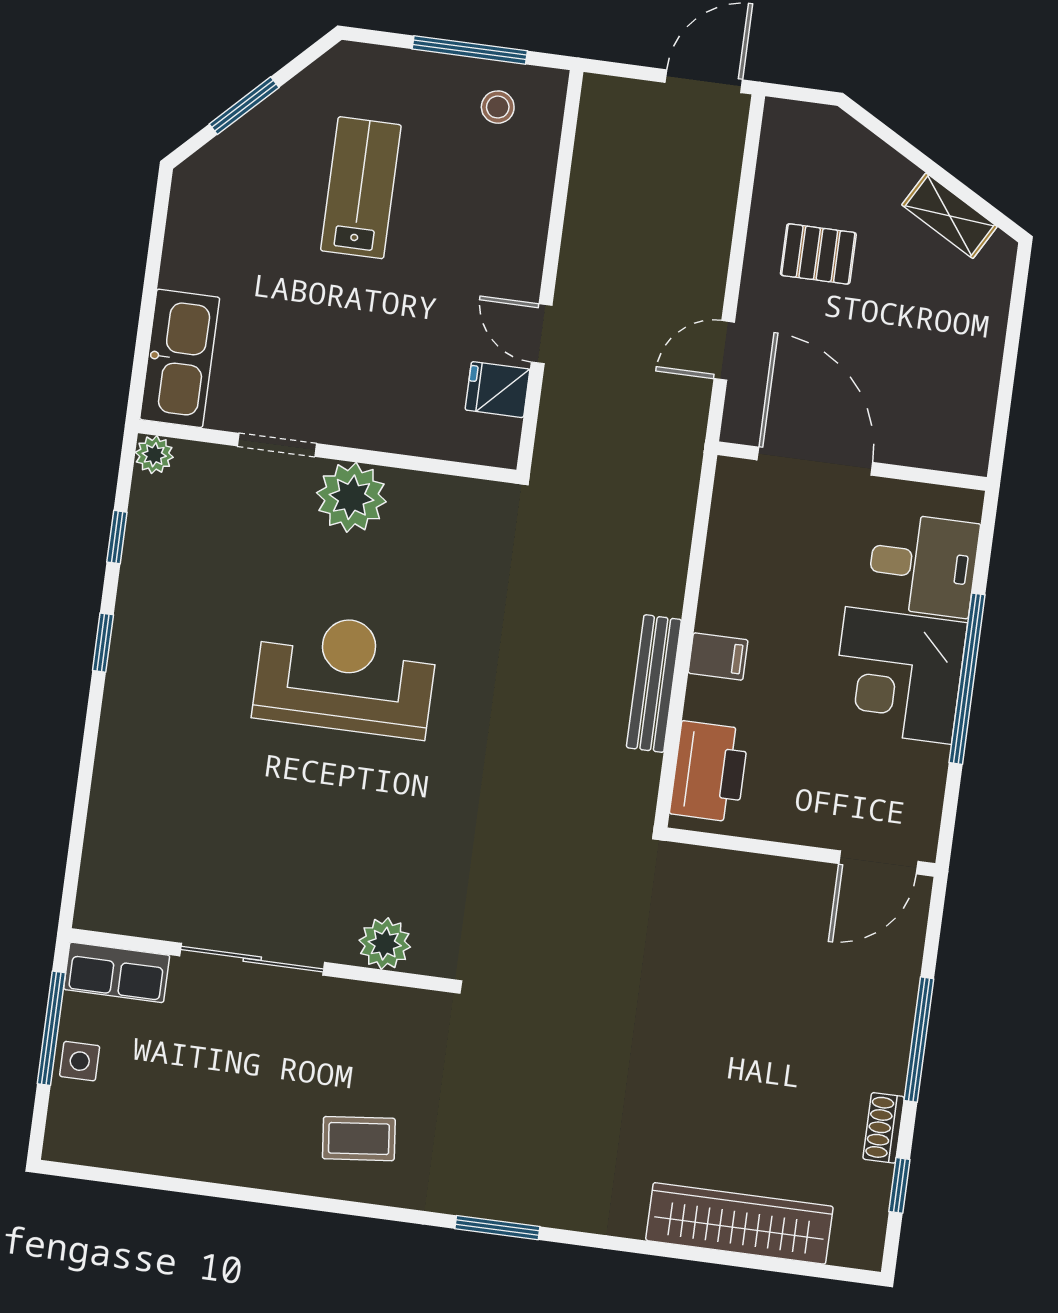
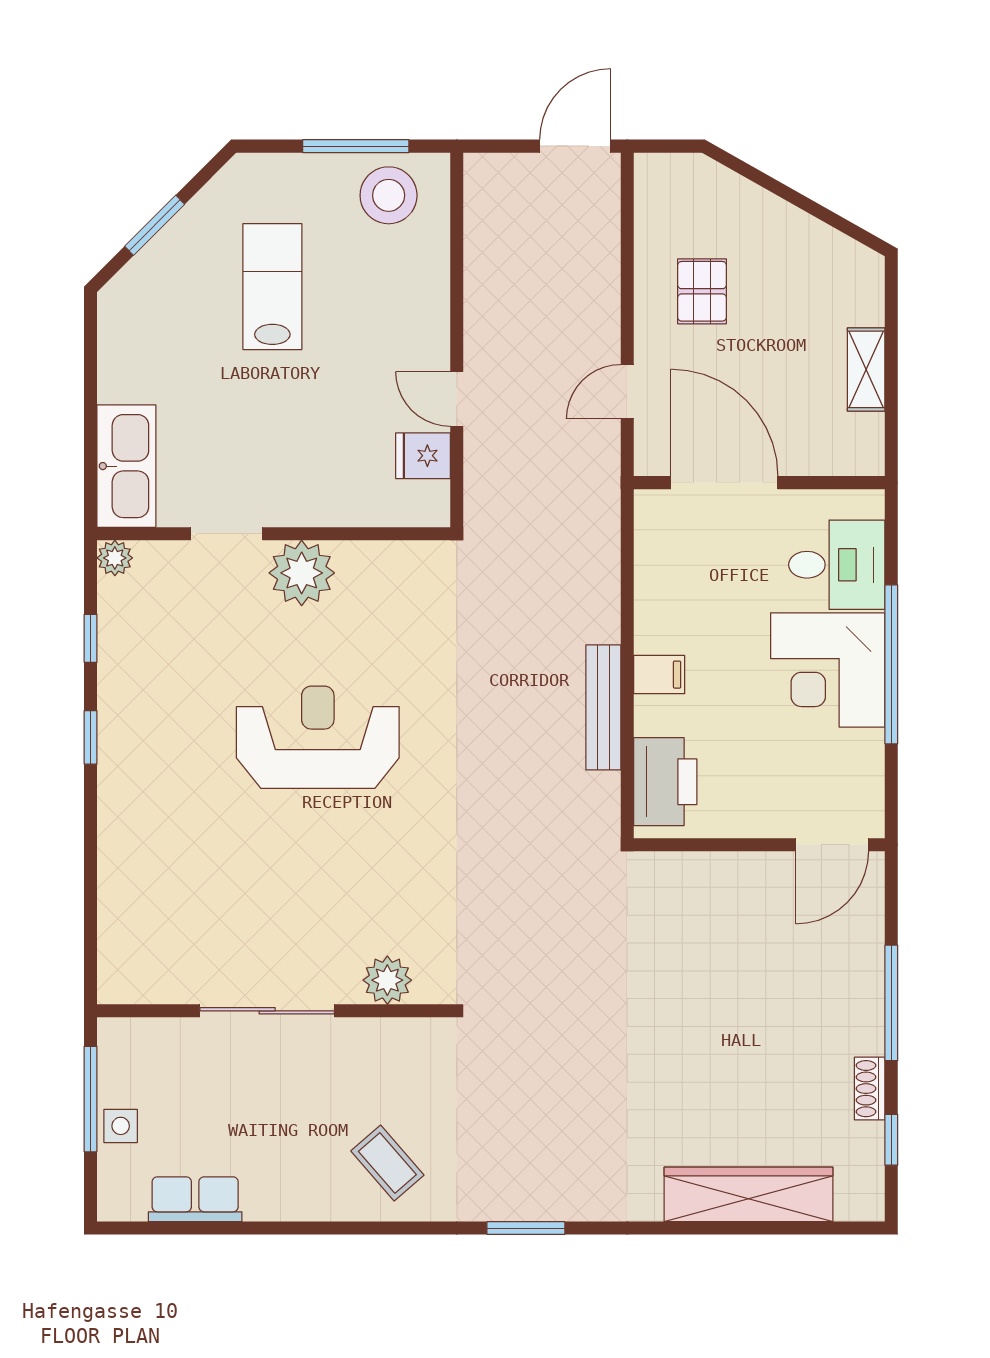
stool: (498, 107) -> (389, 195), width x1.89, depth x1.89
shelving: (949, 216) -> (866, 369), moved, turned 61
pallet: (818, 254) -> (702, 291), turned 90
row of seats: (117, 972) -> (195, 1199), moved, turned 180
coffee table: (359, 1139) -> (387, 1163), turned 55

